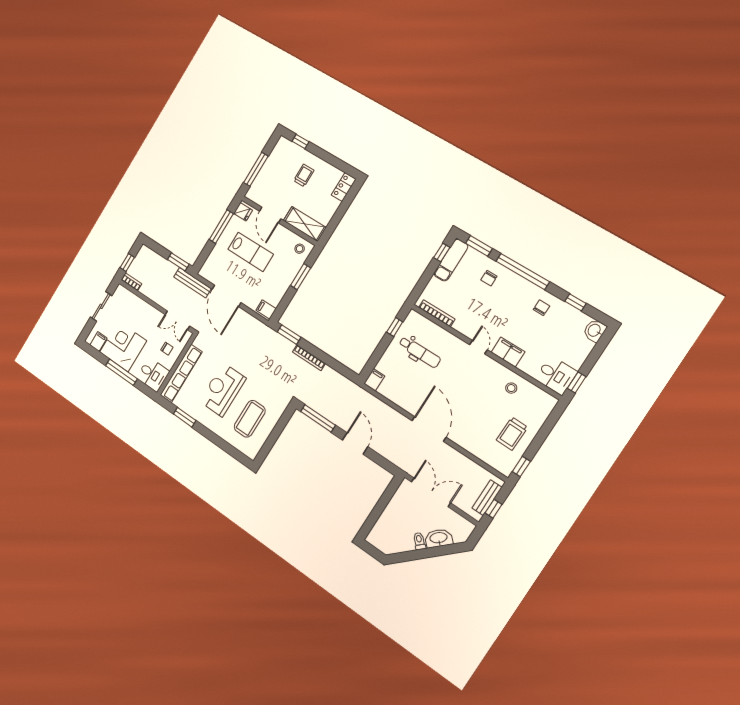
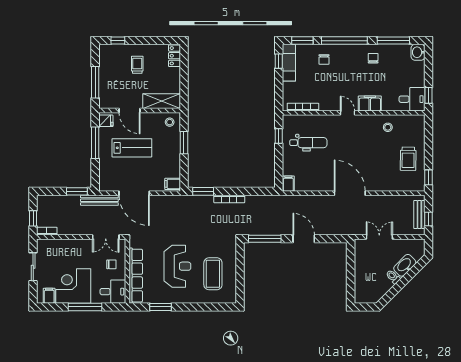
window: (575, 302) -> (393, 41), width x2.17
reception desk: (223, 390) -> (177, 266), turned 180
double door: (431, 492) -> (379, 237), width x0.73

